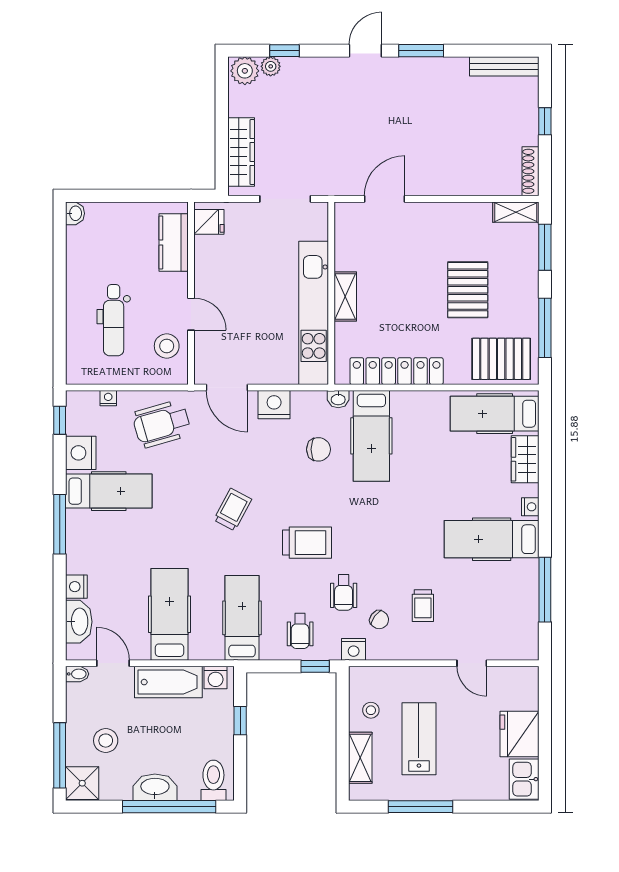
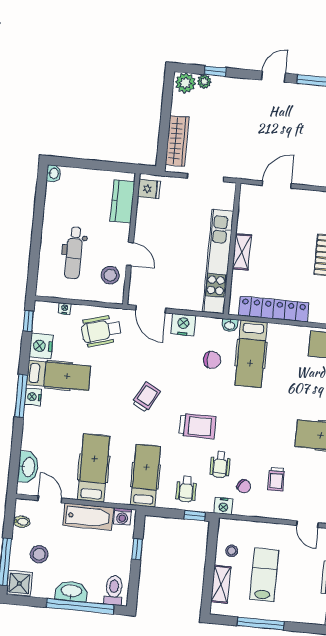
nightstand: (76, 587) -> (33, 397), moved
bidet: (77, 674) -> (22, 522), moved

